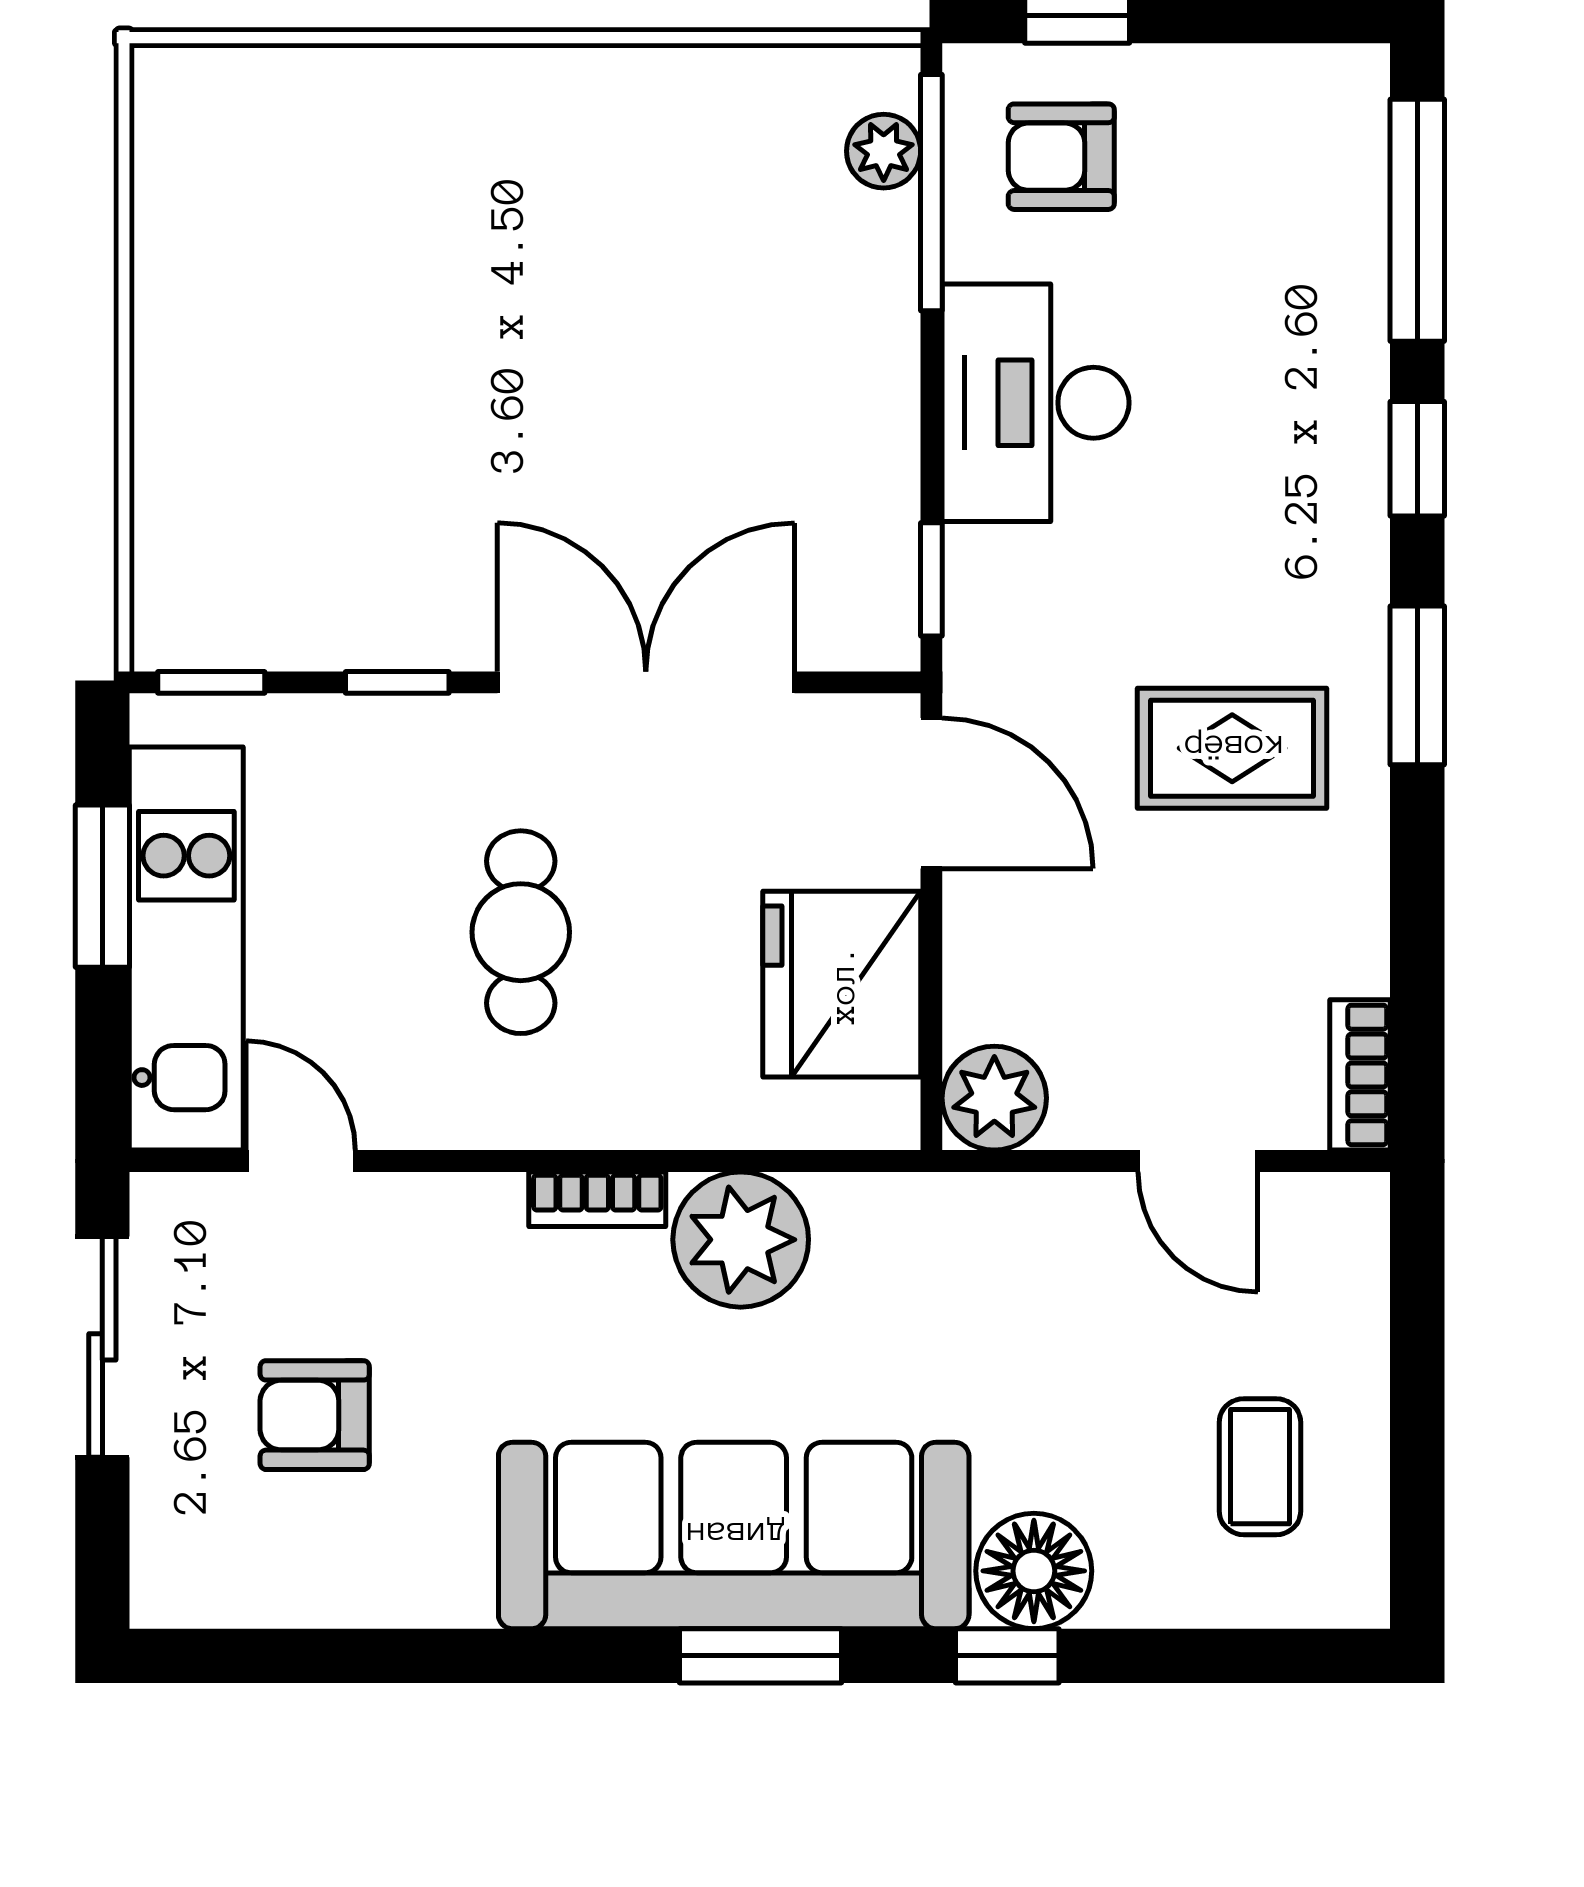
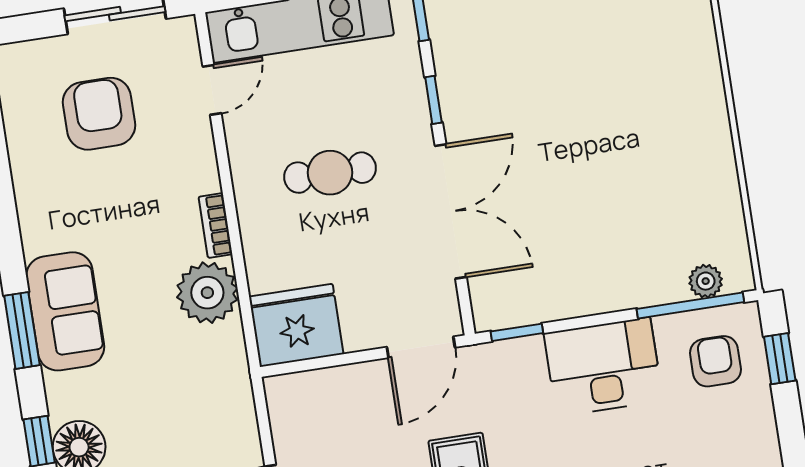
fridge: (842, 984) -> (296, 325), moved
plant: (994, 1098) -> (288, 397), removed
armchair: (315, 1415) -> (99, 114), width x1.38, depth x1.38
sofa: (734, 1535) -> (65, 311), width x0.54, depth x0.79

